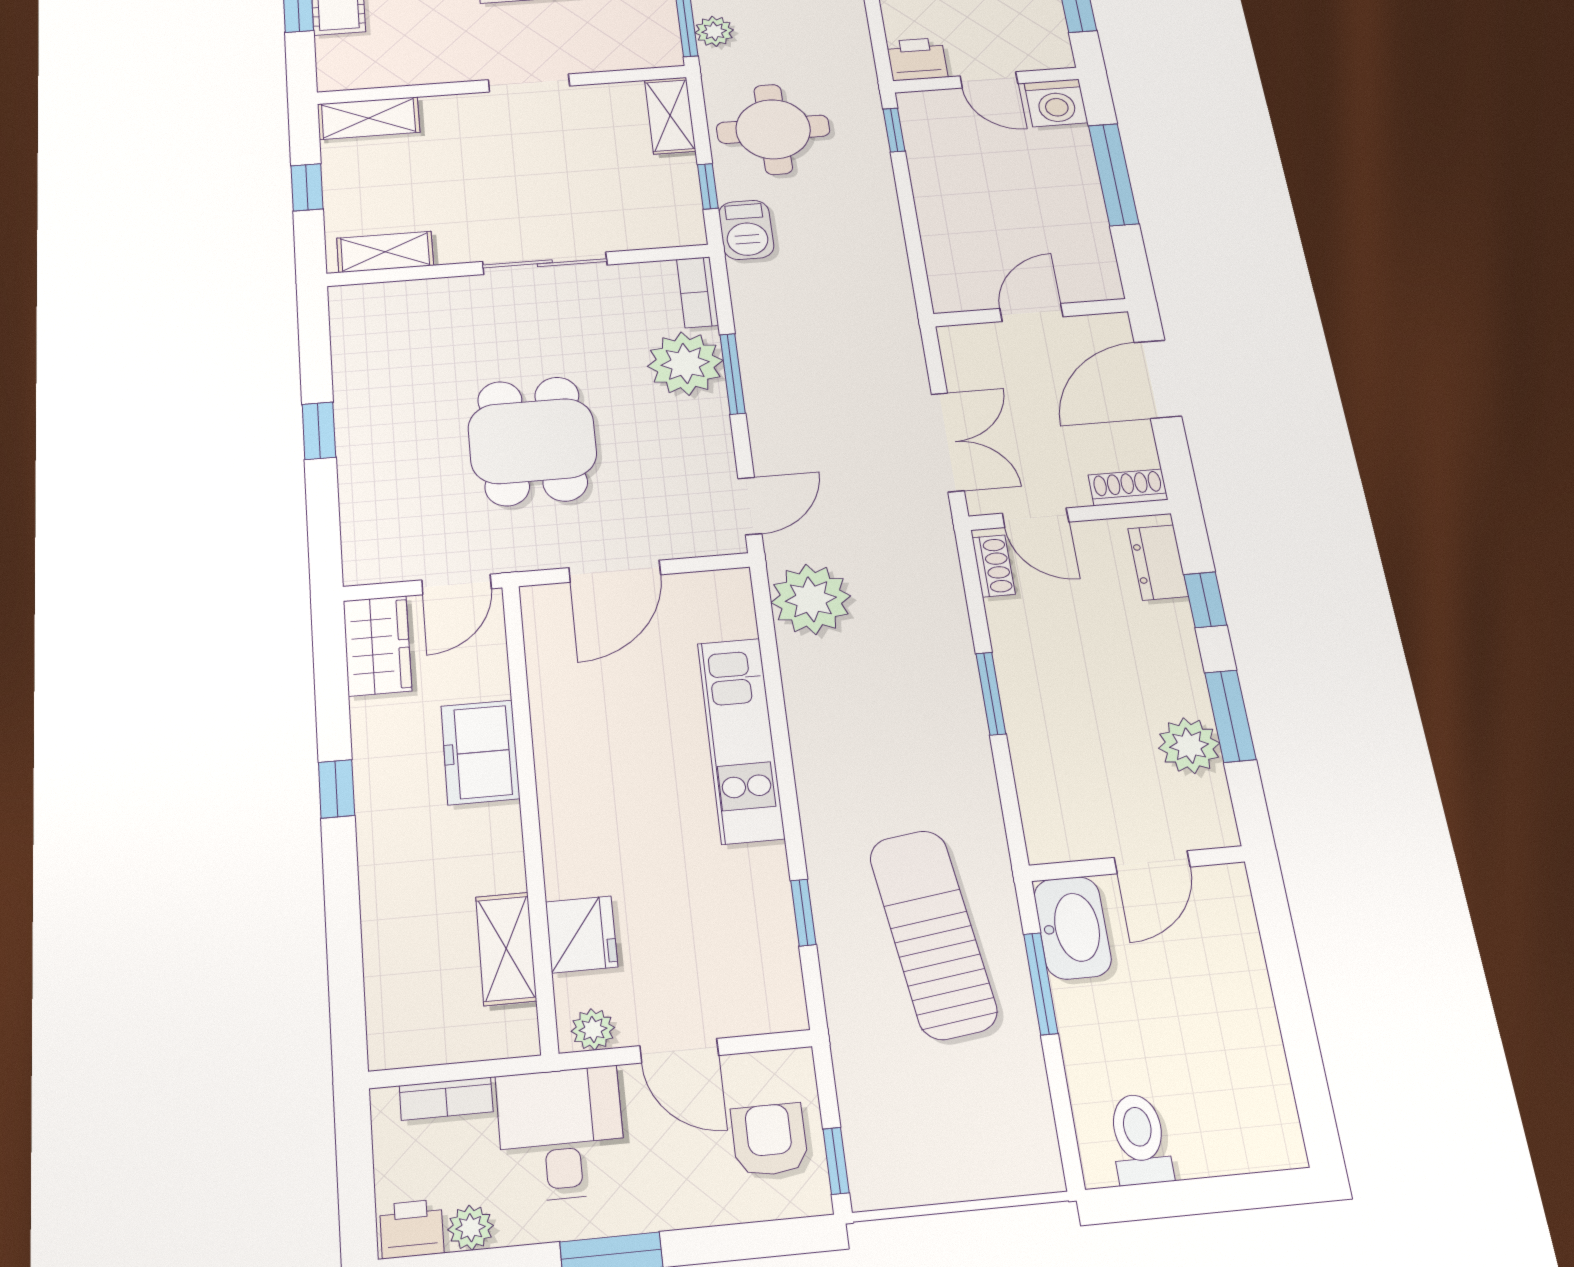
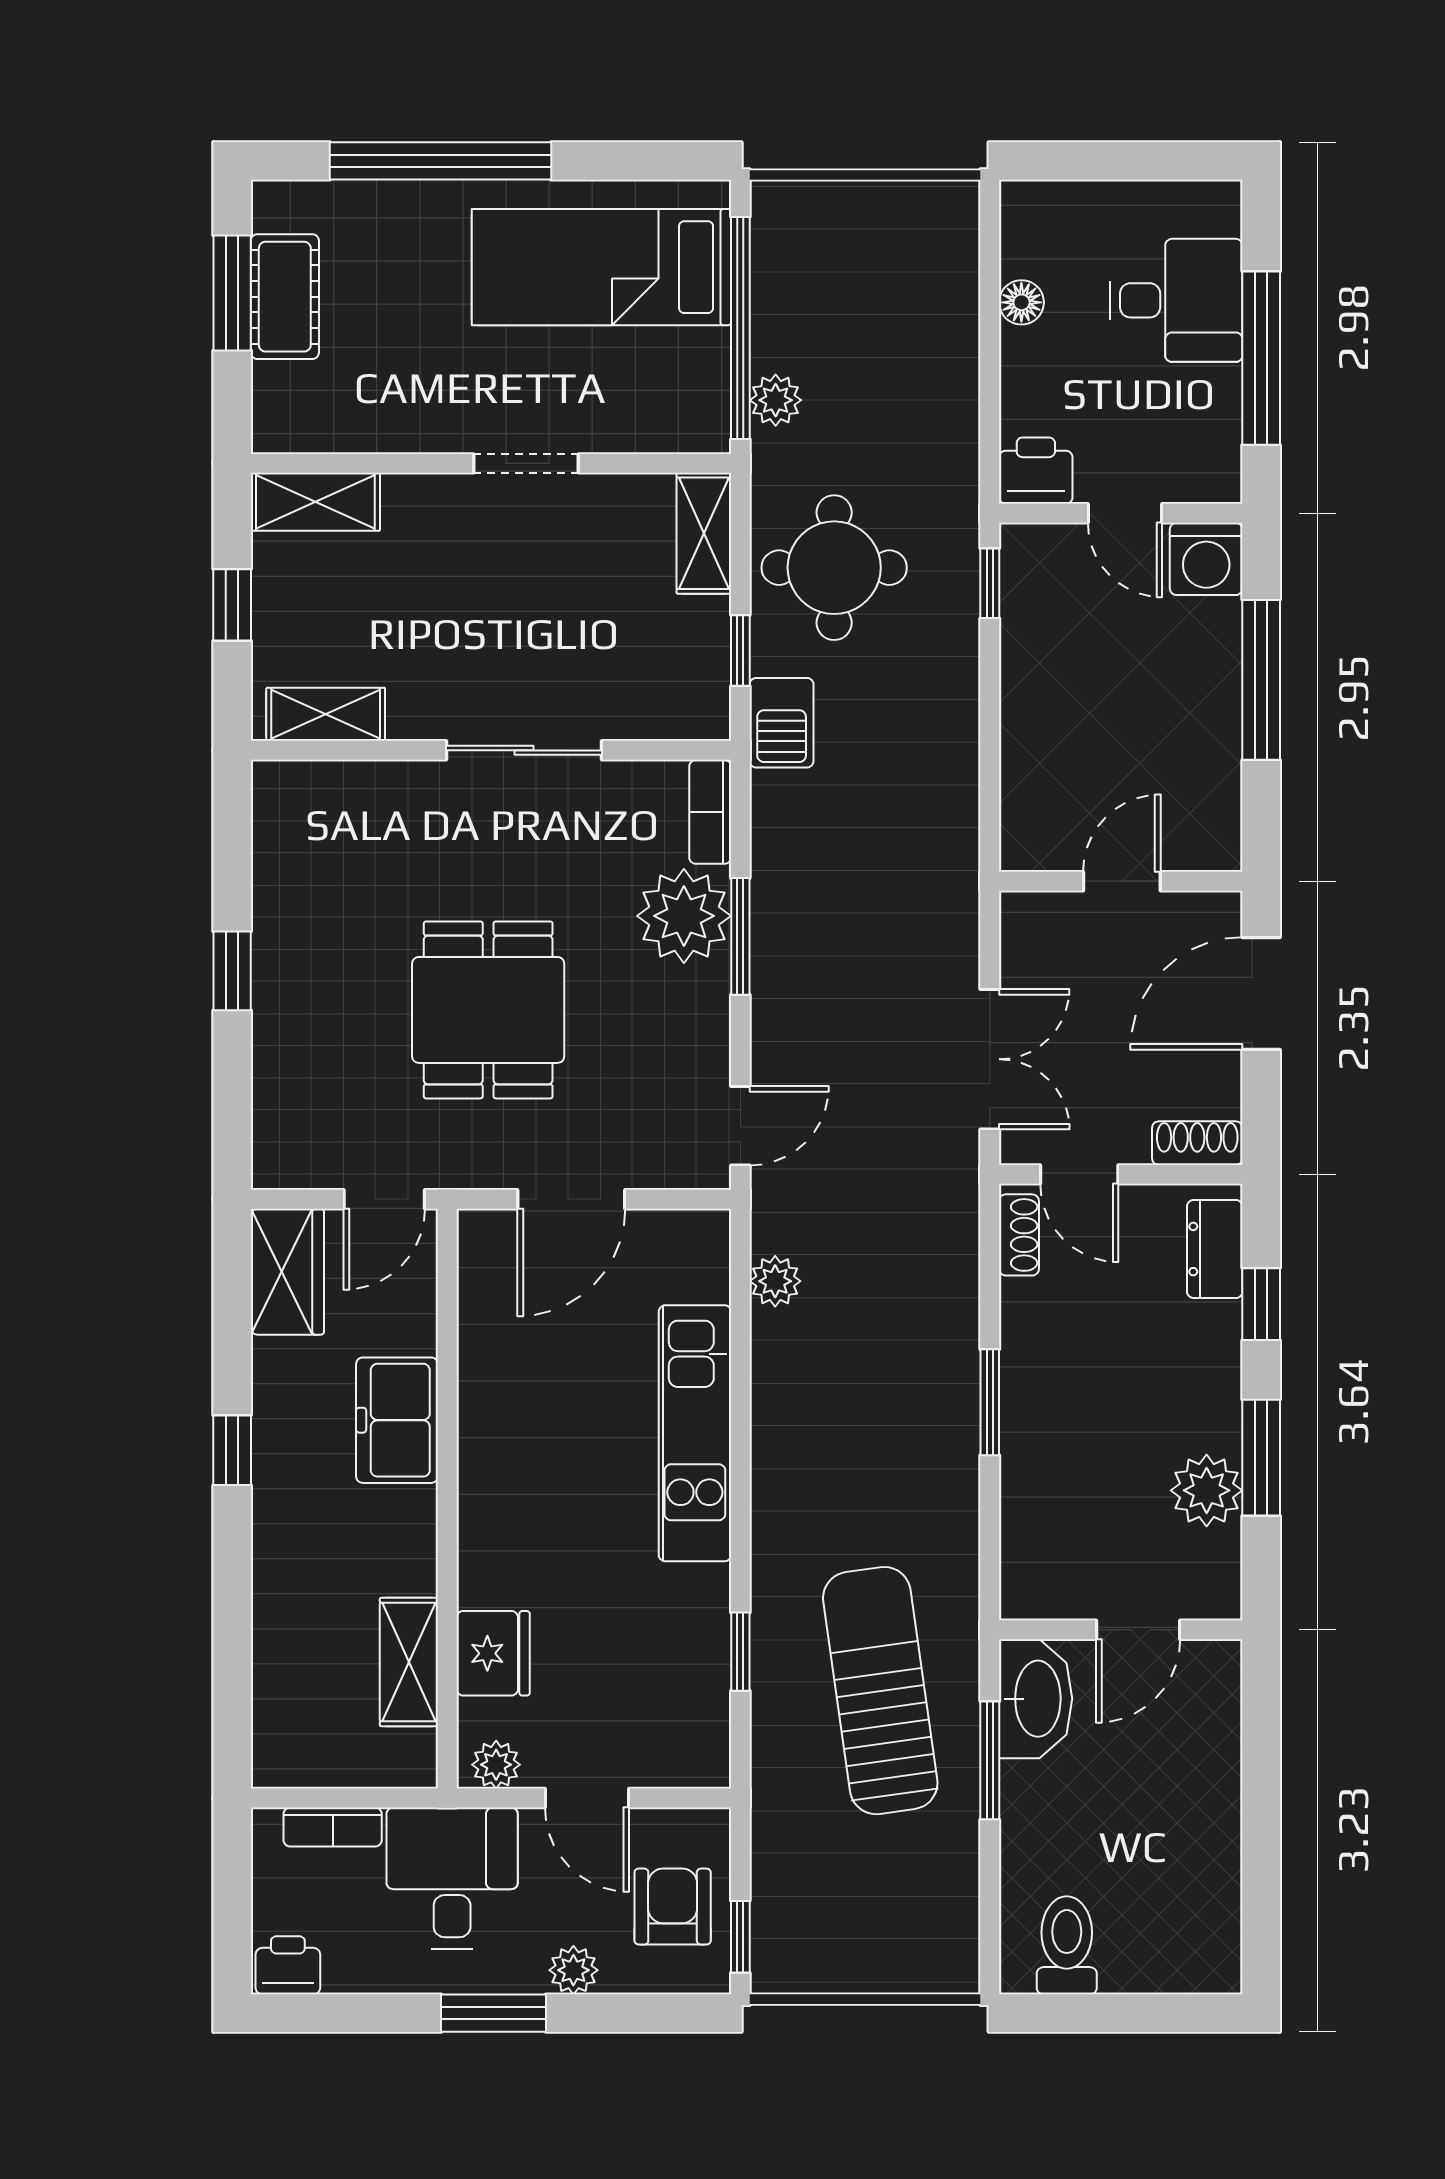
plant: (811, 599) -> (775, 1281), width x0.53, depth x0.53
plant: (471, 1228) -> (573, 1970), moved

